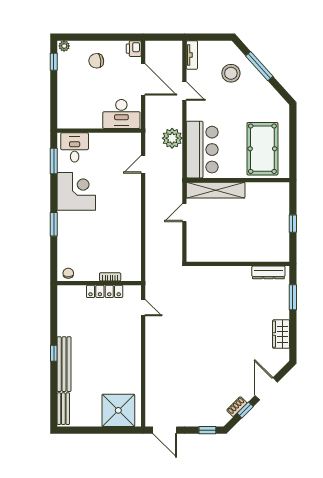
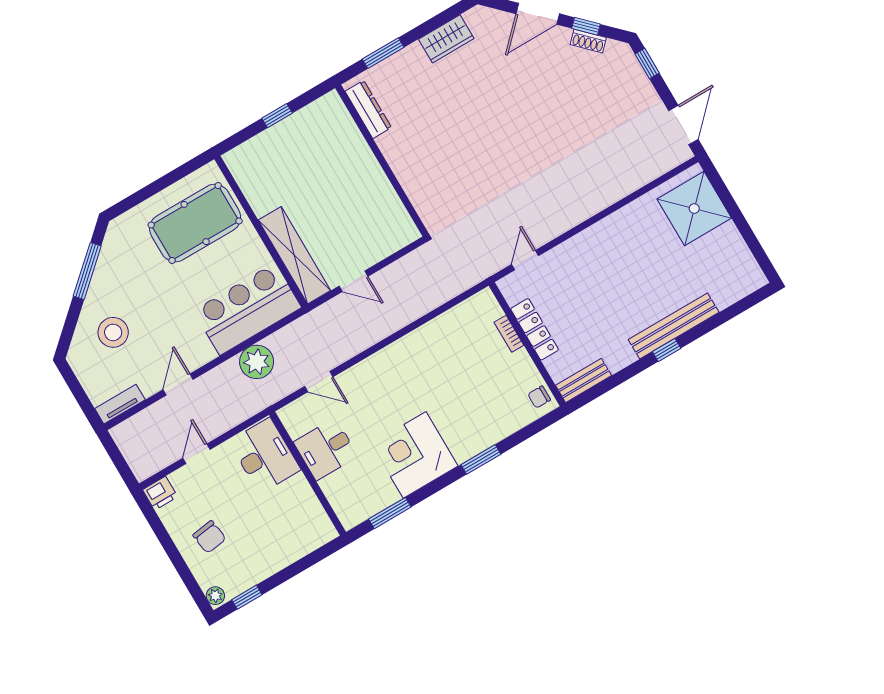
window: (259, 66) -> (87, 271), moved
door: (143, 79) -> (196, 454), width x0.53
desk: (75, 147) -> (326, 449), moved
bench: (63, 409) -> (584, 380), moved

